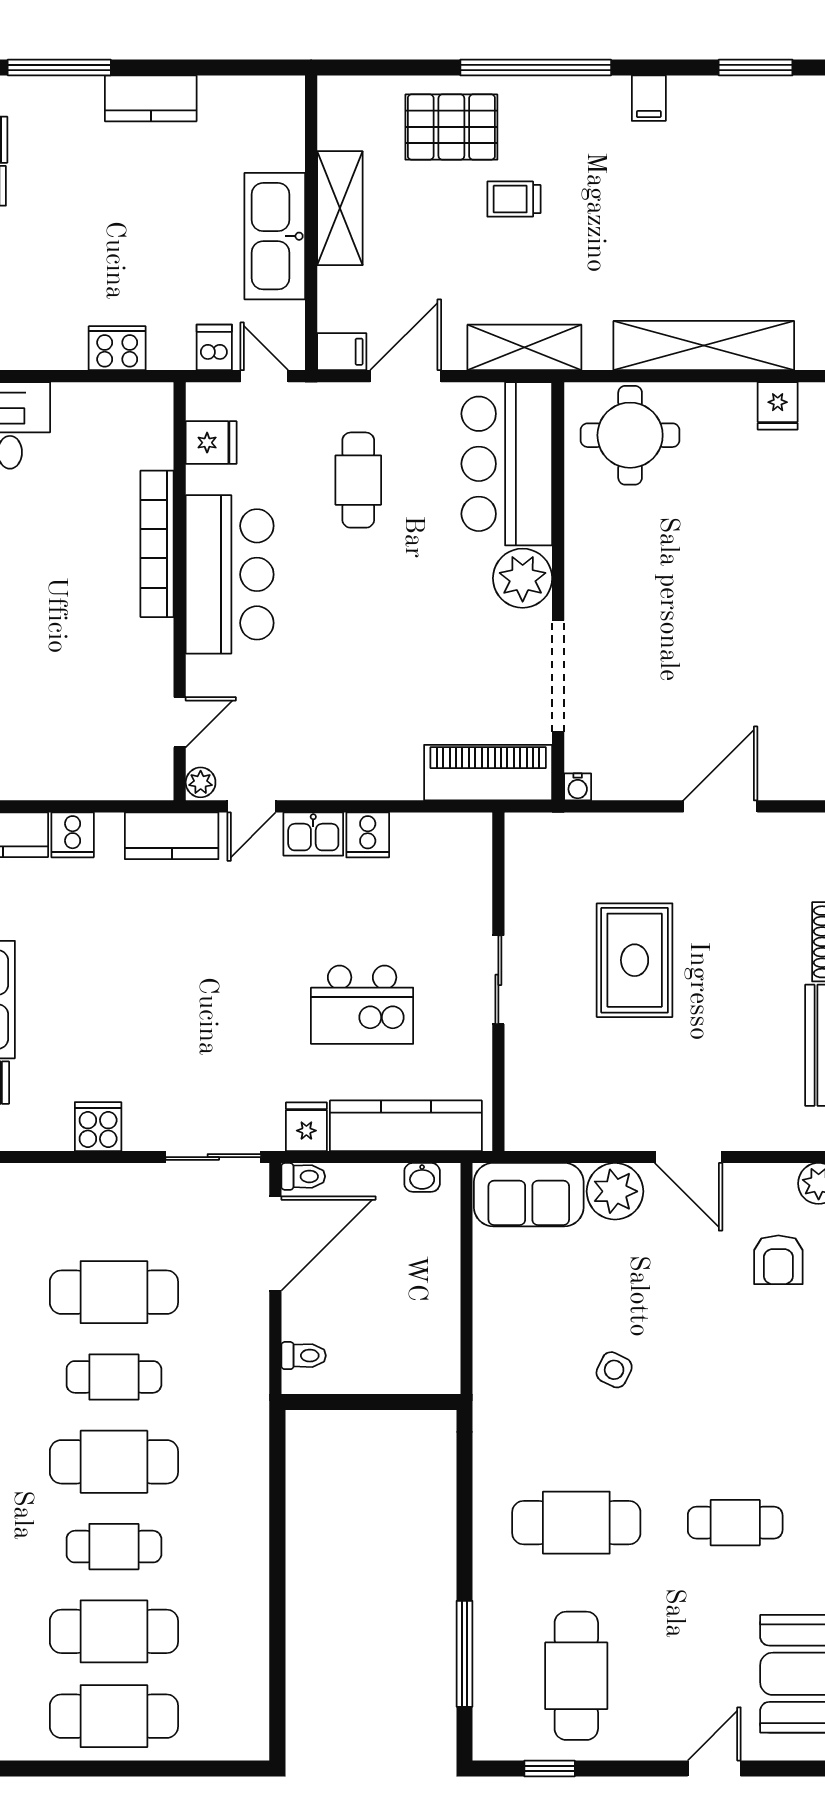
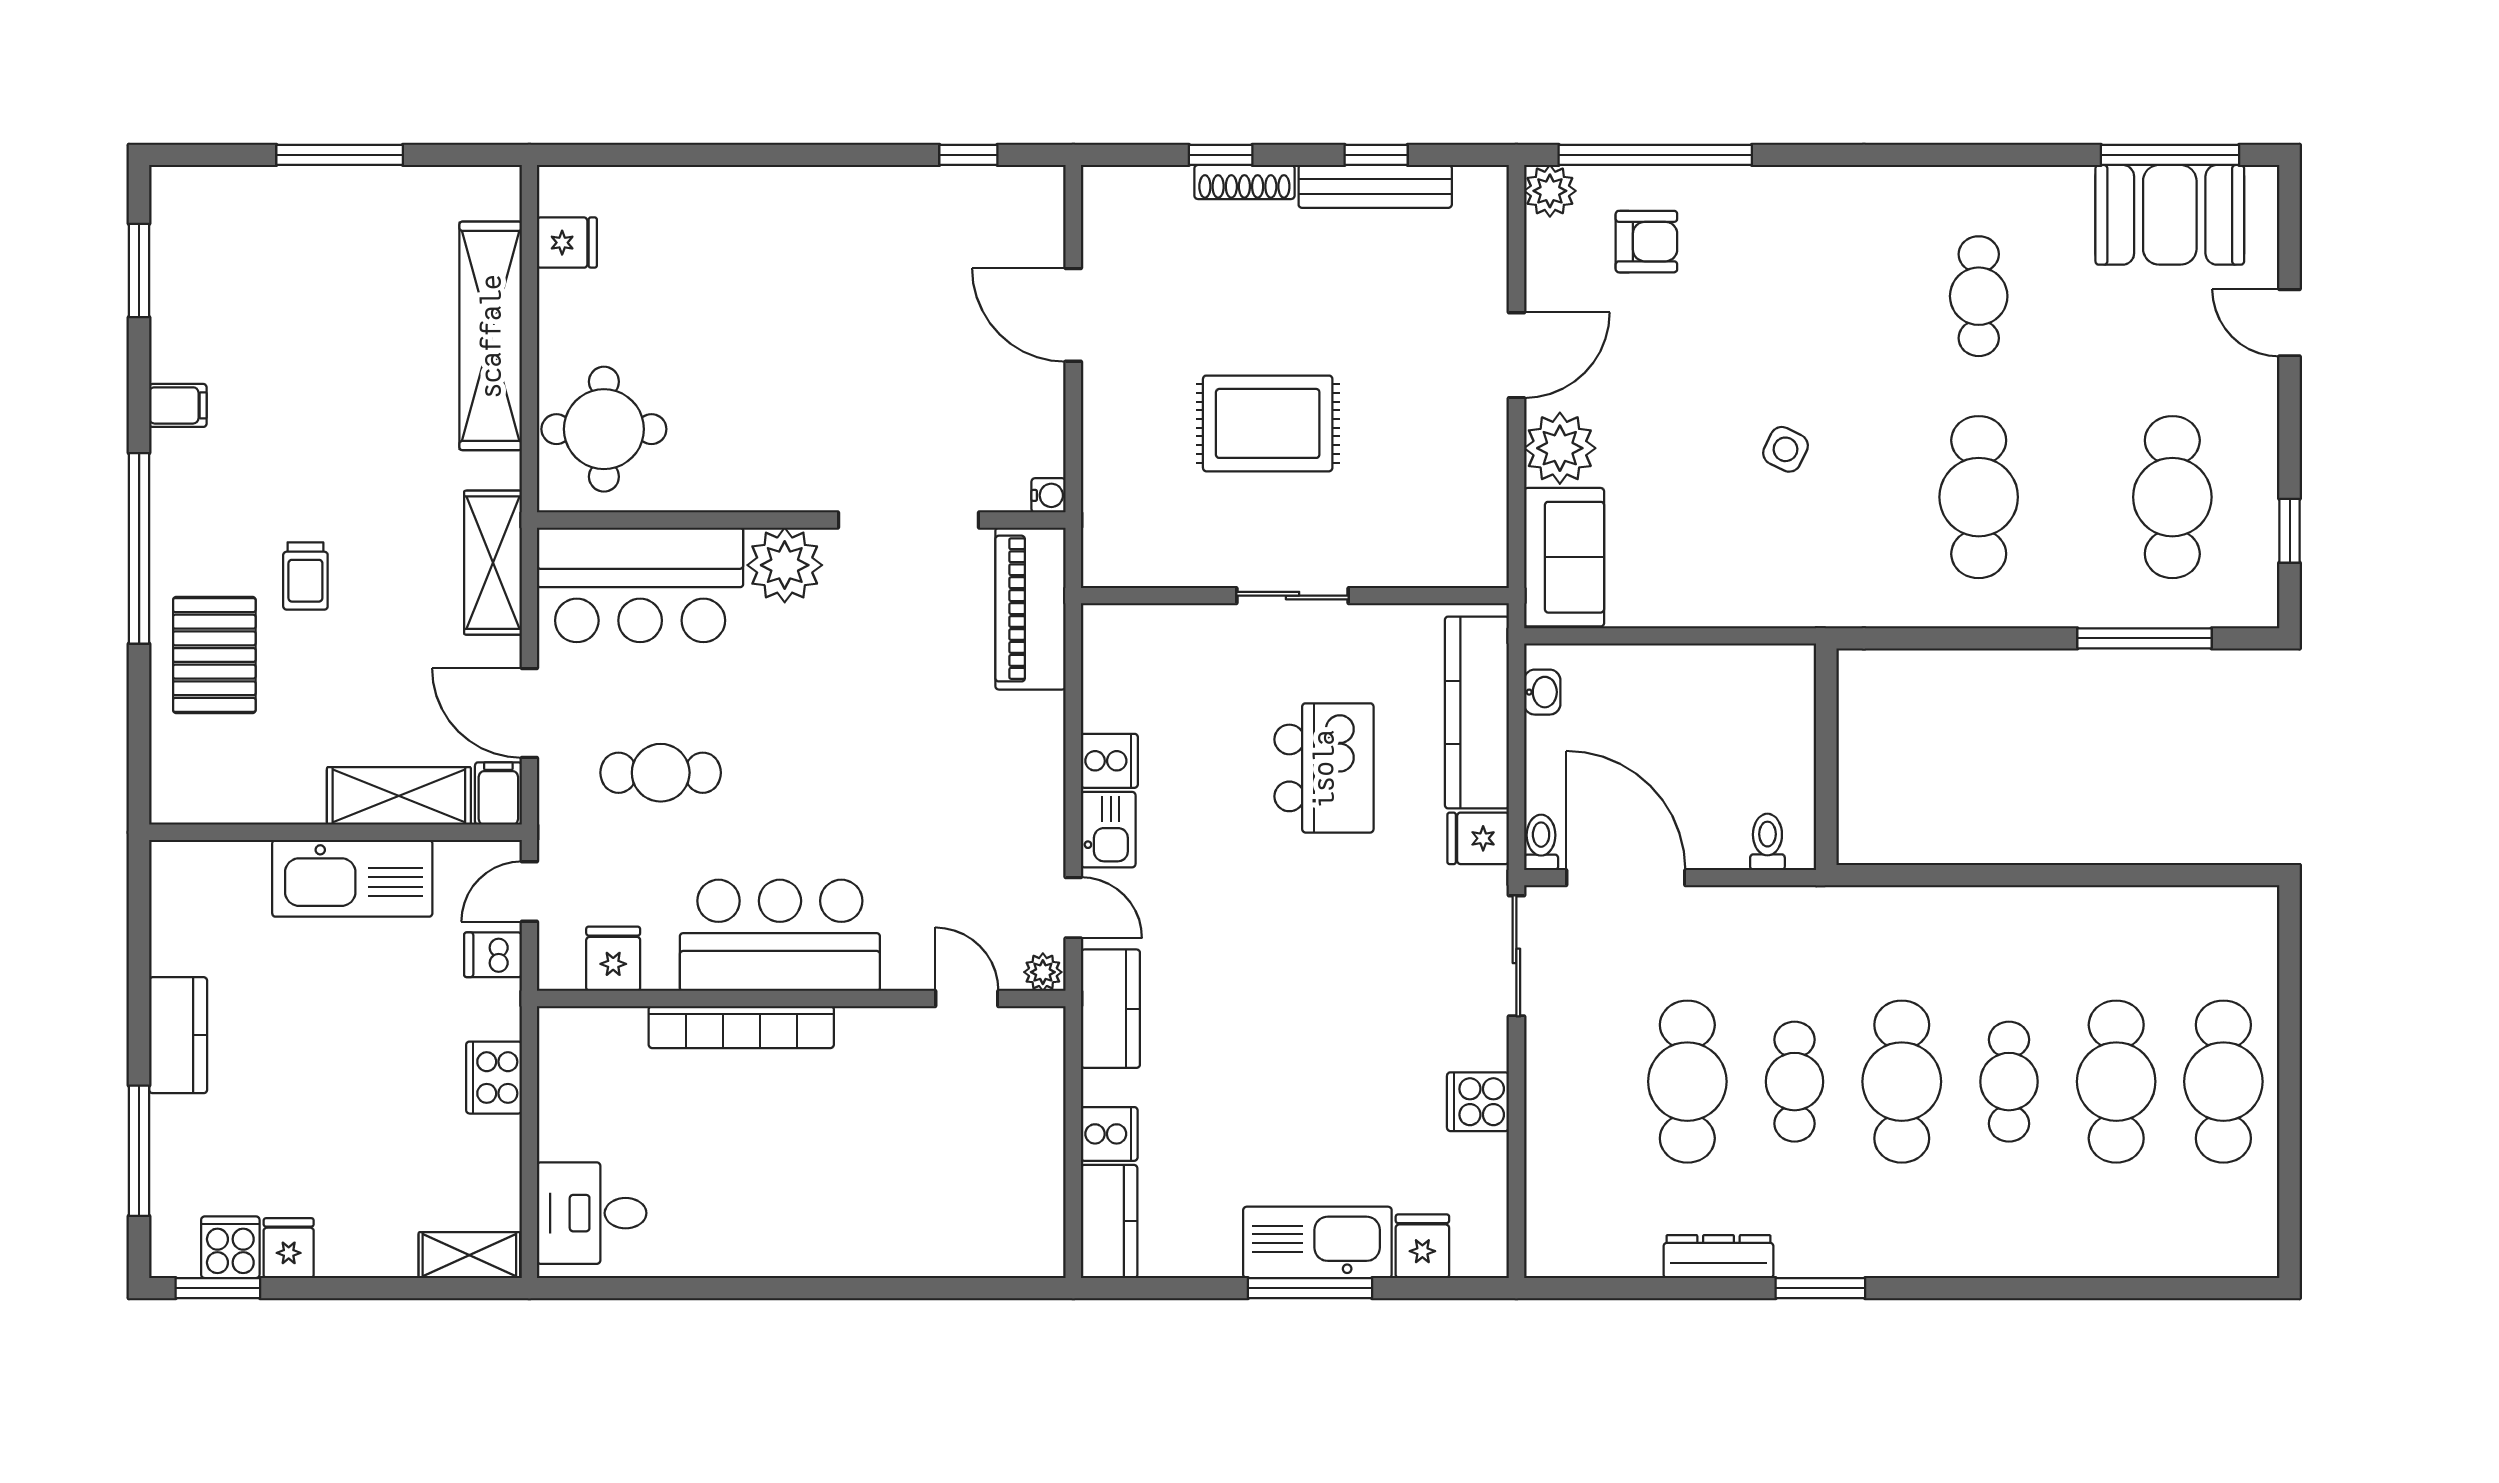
shelving: (340, 208) -> (399, 796), moved
cafe table: (576, 1676) -> (2172, 497), turned 90

